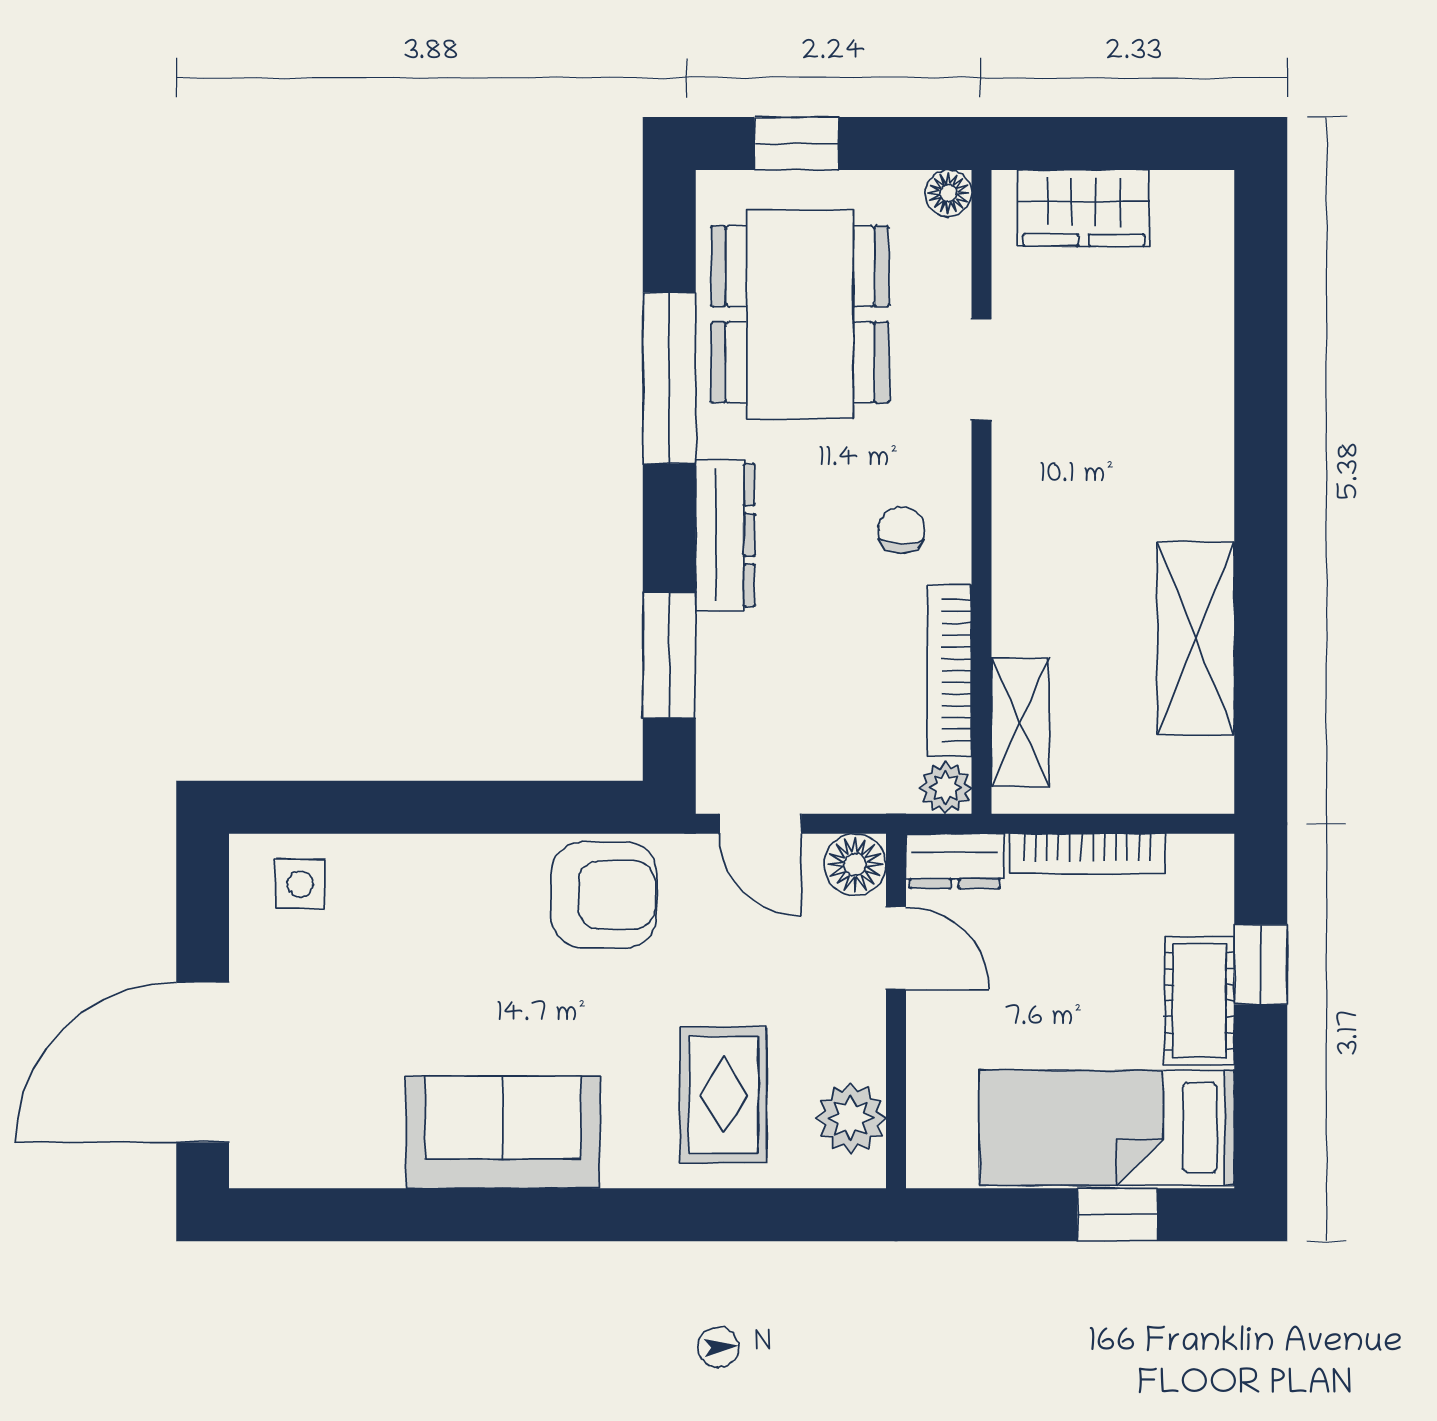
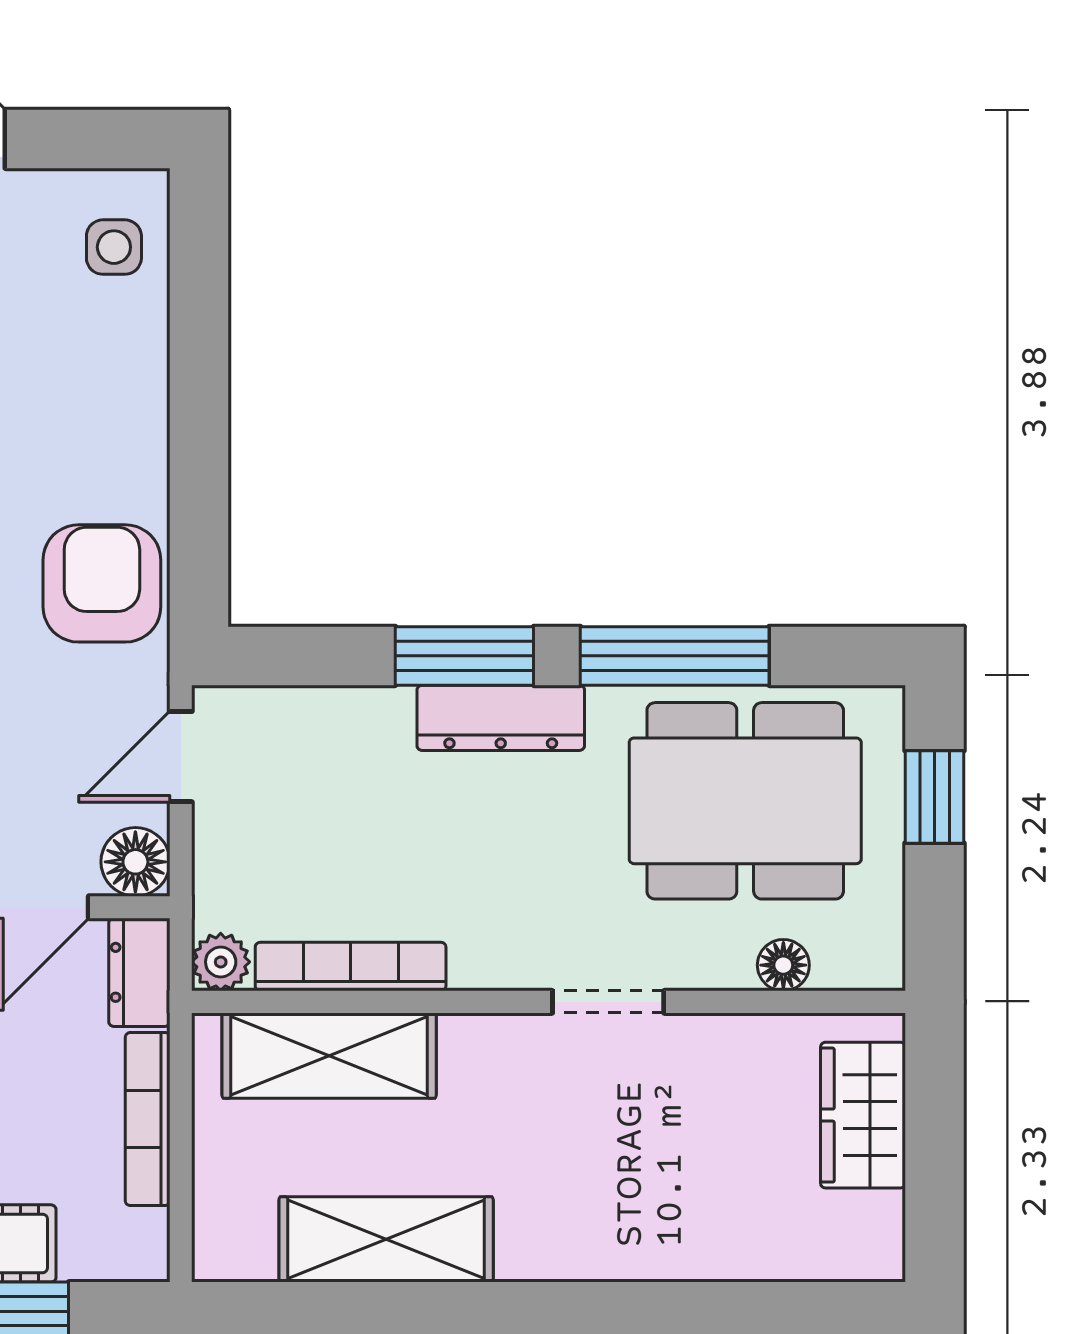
floor lamp: (948, 193) -> (783, 965), moved
doorway: (981, 369) -> (608, 1002), moved
chair: (901, 530) -> (506, 913), removed
window: (669, 655) -> (464, 656), moved
shelving: (1020, 722) -> (329, 1056), width x1.50, depth x1.33
armchair: (604, 895) -> (102, 583), turned 180

